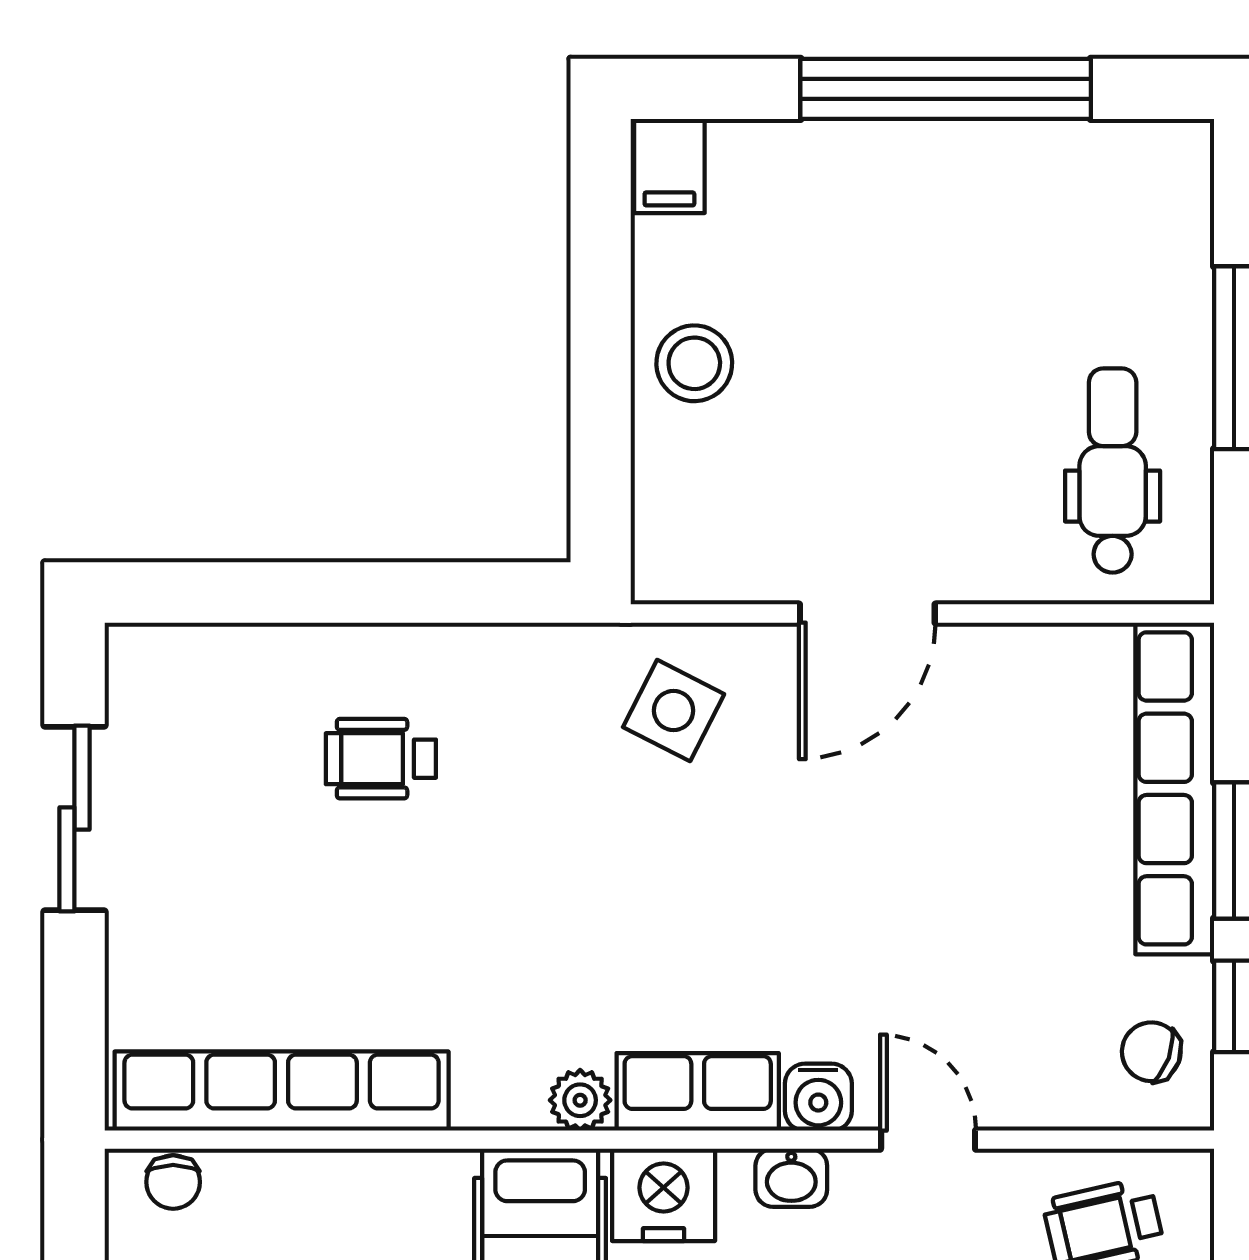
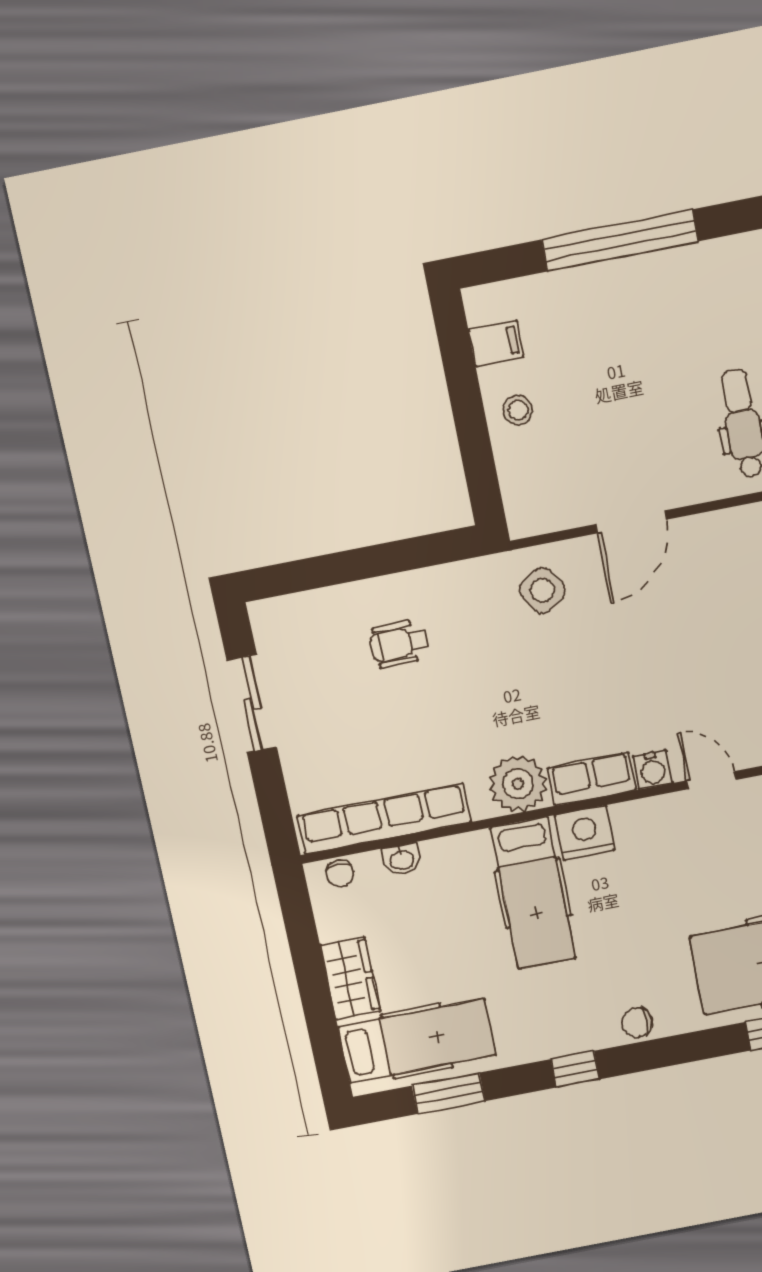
filing cabinet: (669, 166) -> (496, 343), moved, turned -90
stool: (694, 363) -> (518, 410), width x0.73, depth x0.73
side table: (674, 711) -> (542, 591), turned 31
plant: (580, 1100) -> (518, 784), width x1.87, depth x1.87
washbasin: (791, 1178) -> (402, 859), moved

